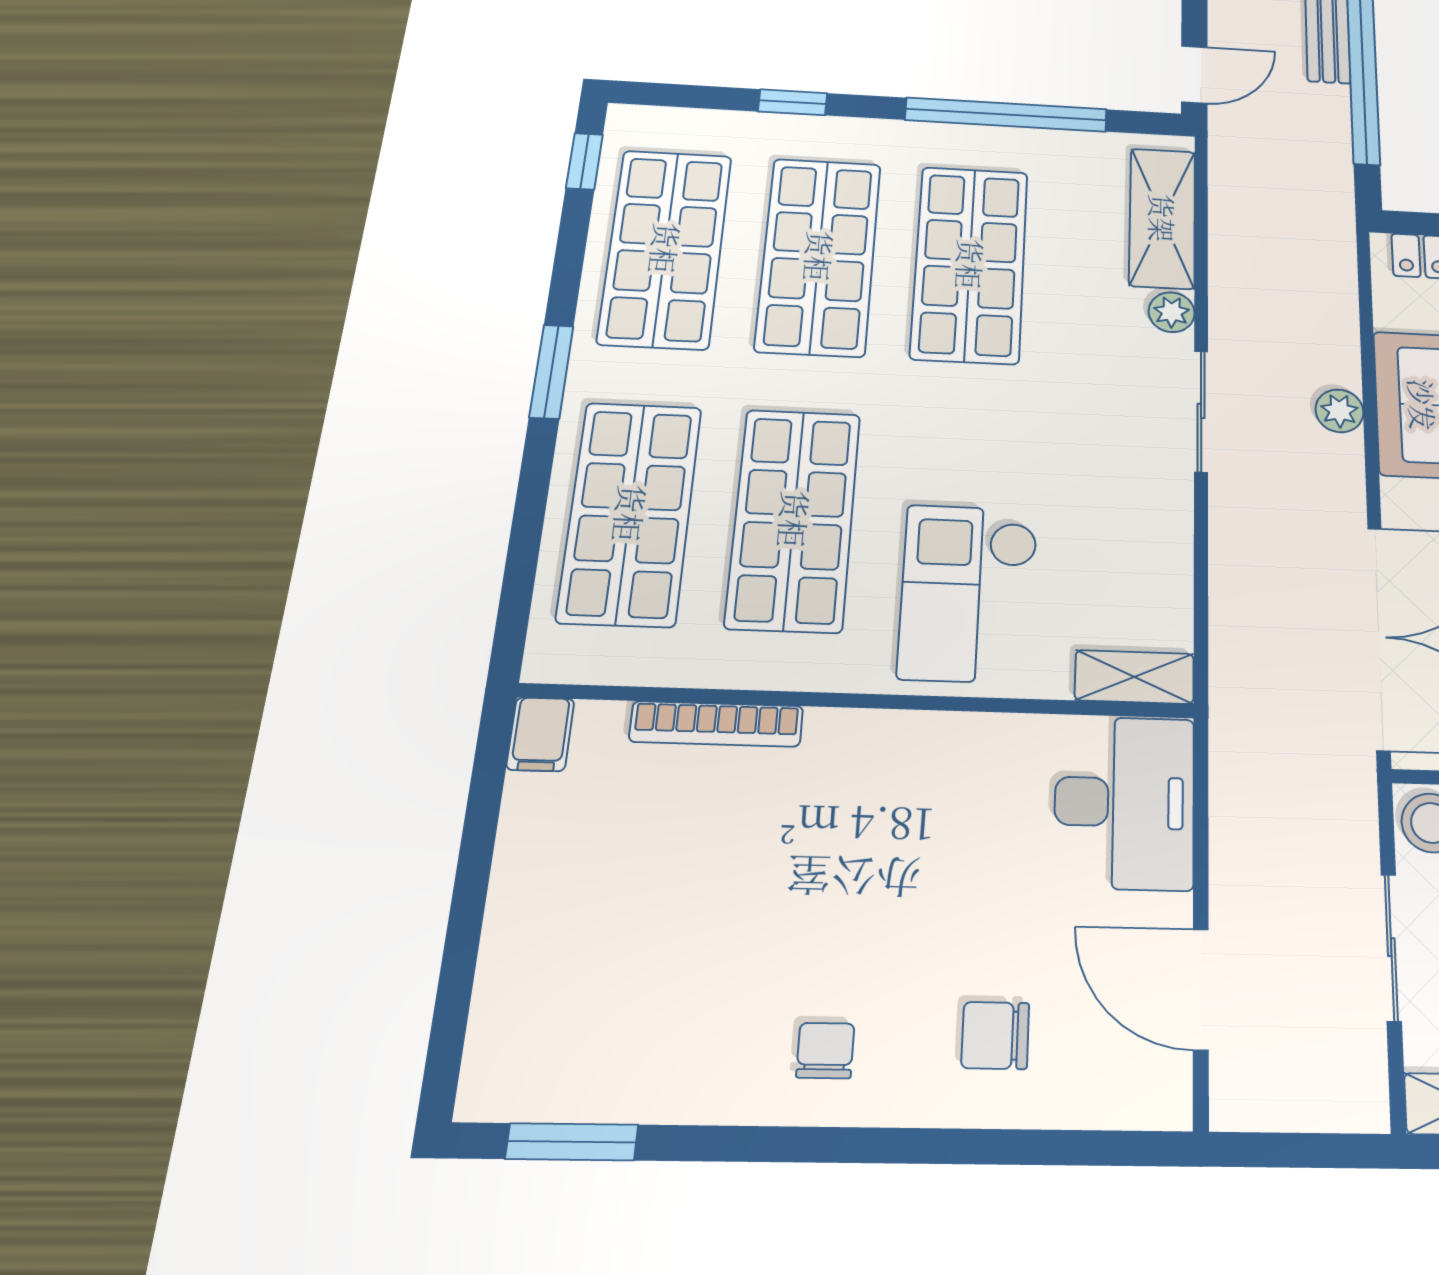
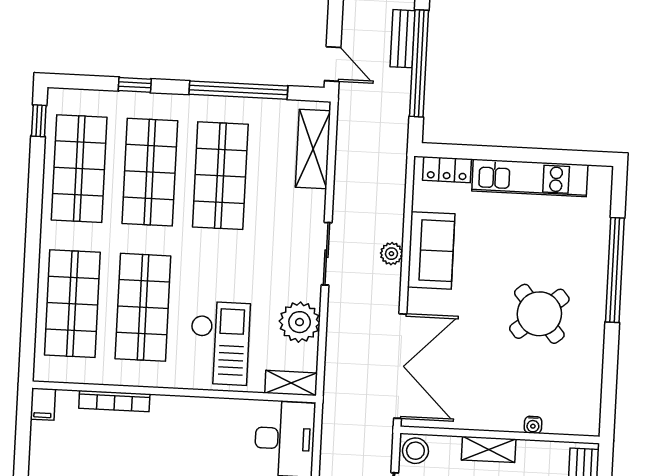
door: (1194, 74) -> (333, 64), hinge flipped
plant: (1172, 312) -> (300, 322), moved, width x1.88, depth x1.88
window: (551, 372) -> (33, 234), removed
checkout: (969, 593) -> (220, 343), turned 180

